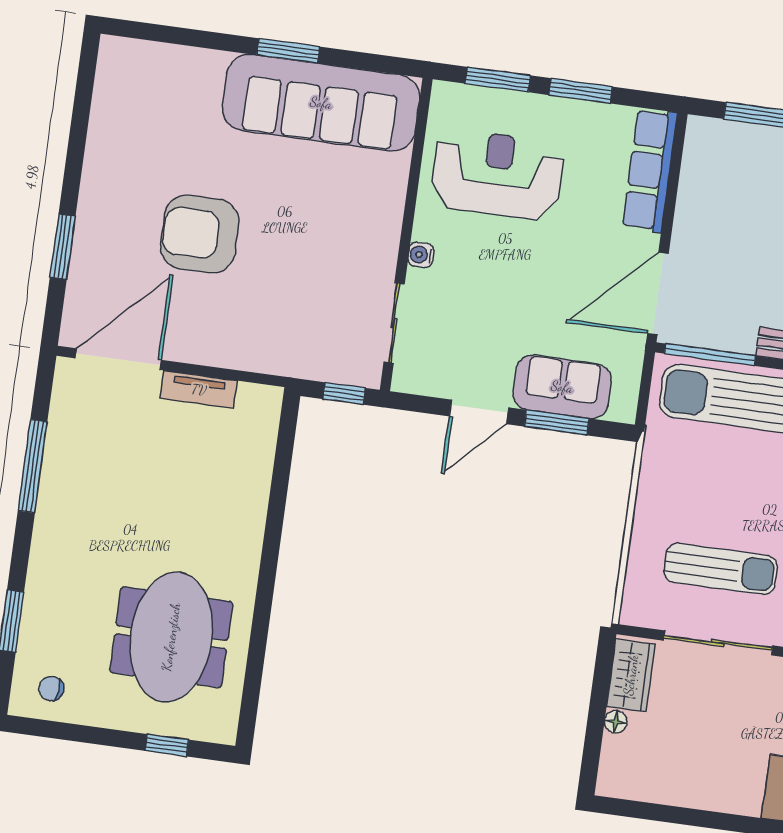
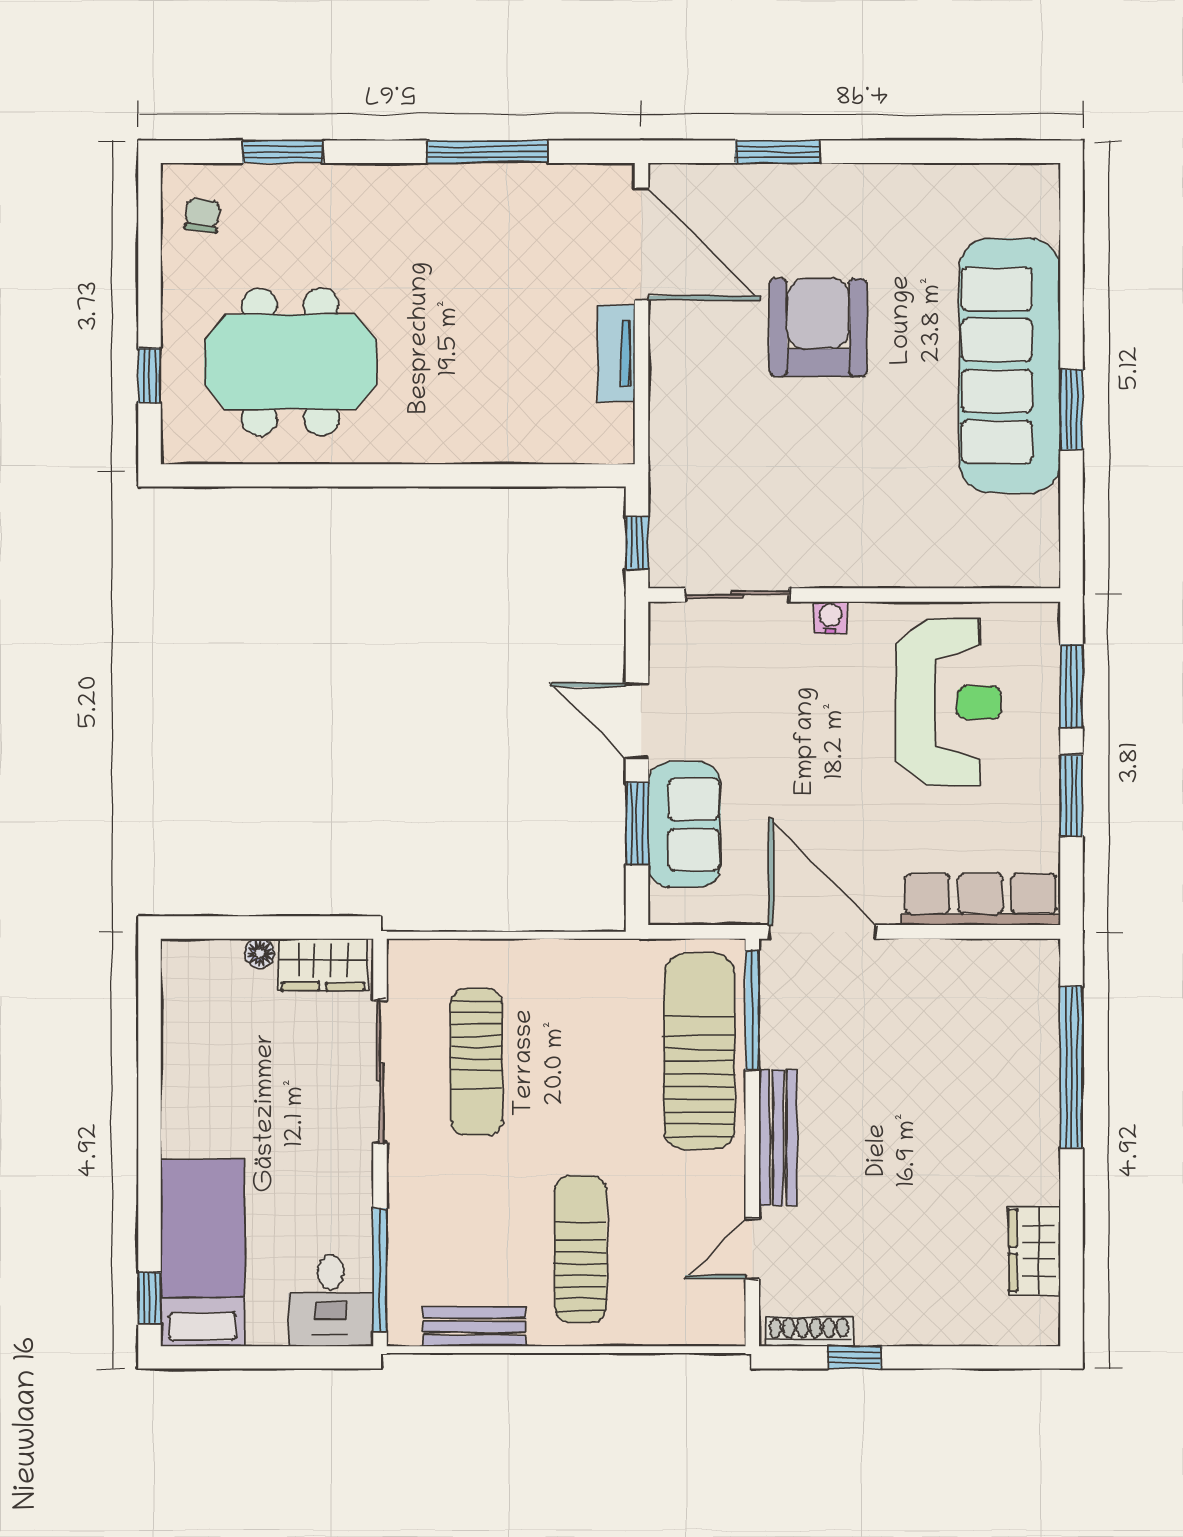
sofa: (321, 103) -> (1010, 366), moved

